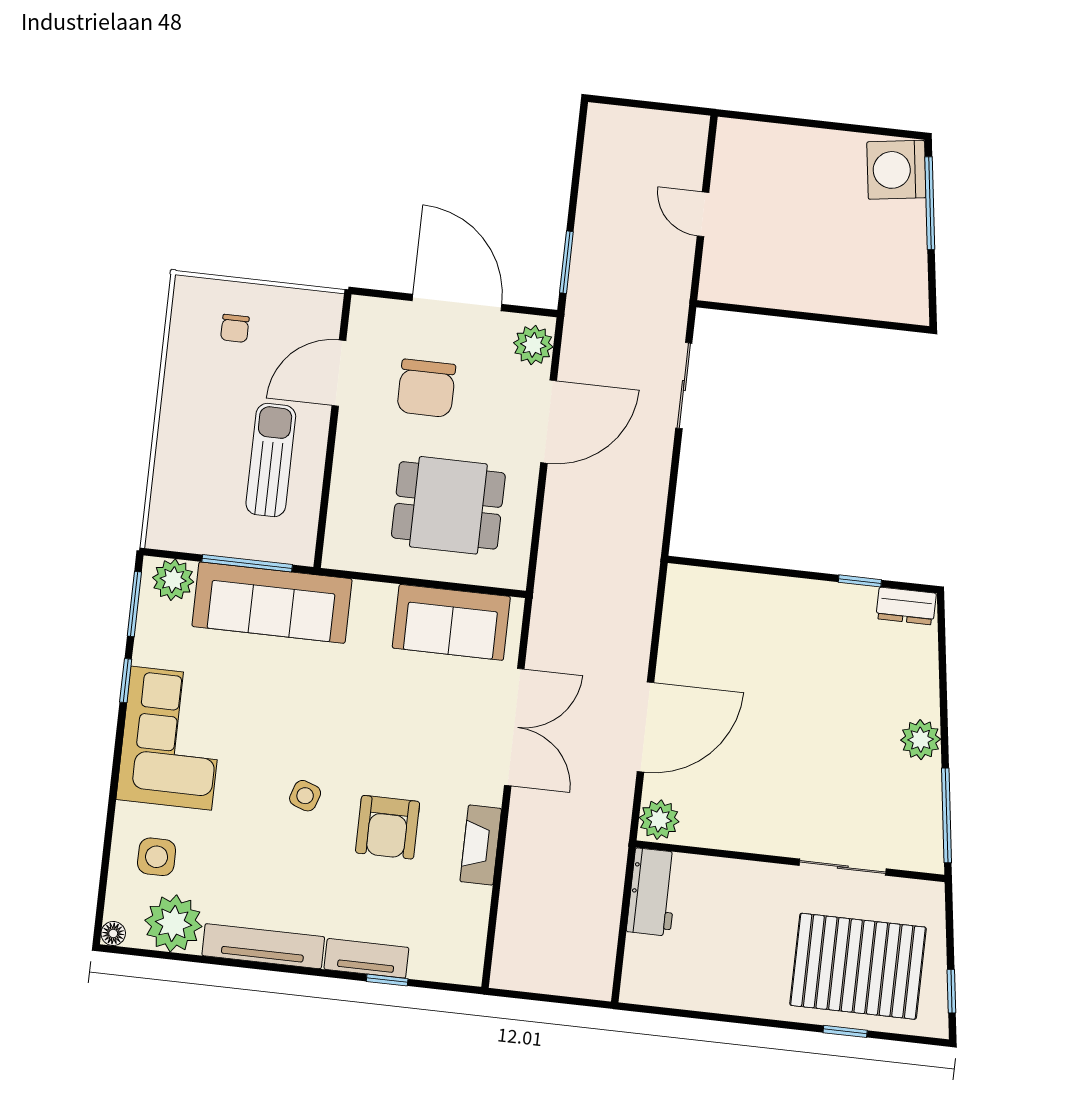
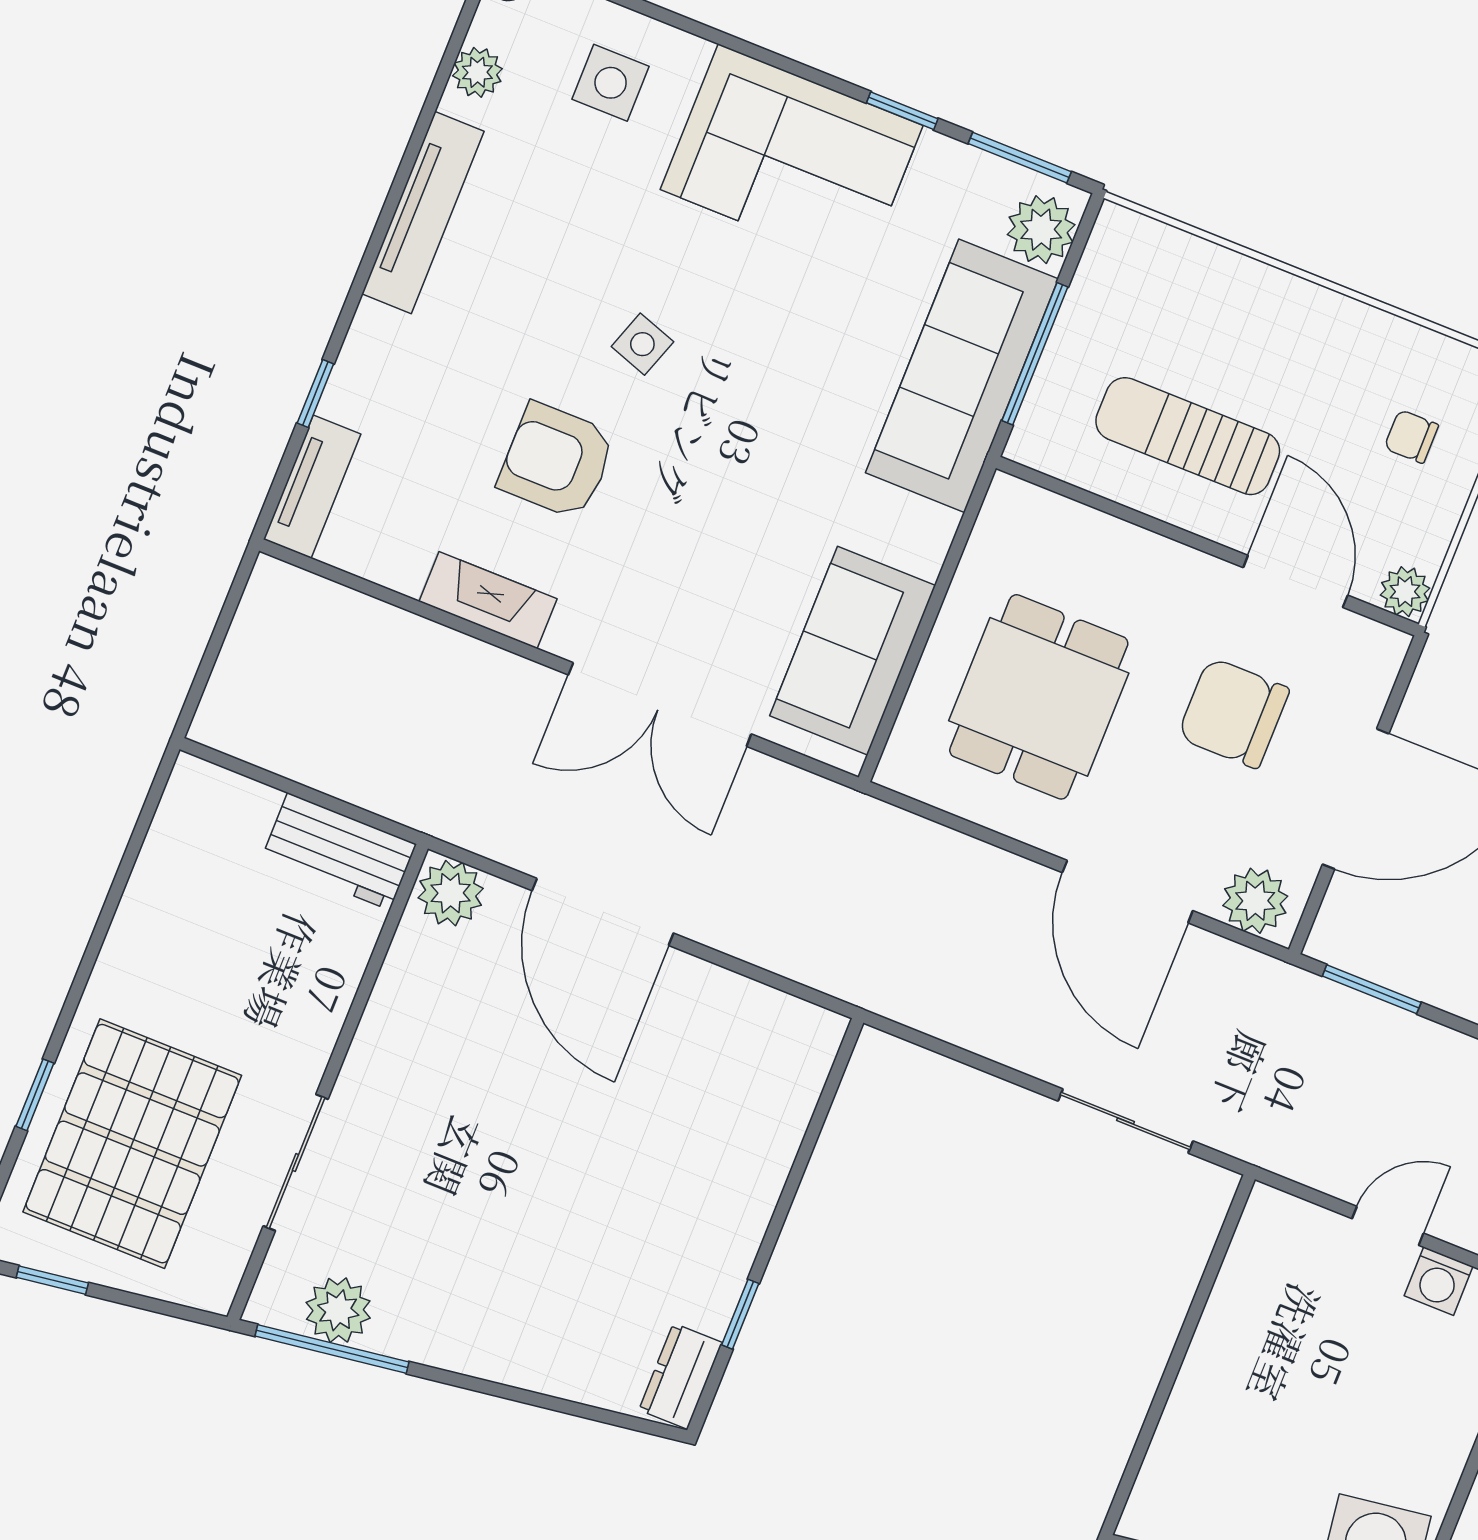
washing machine: (727, 175) -> (1439, 1281), added
plant: (327, 307) -> (1405, 592), added
sun lounger: (271, 460) -> (1188, 436), turned 180
plant: (921, 740) -> (338, 1310), moved
plant: (173, 923) -> (477, 72), width x0.53, depth x0.53
tv unit: (366, 958) -> (312, 487), moved

